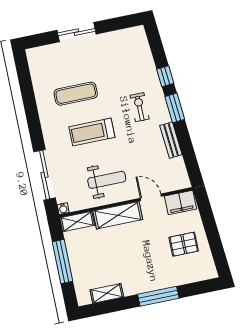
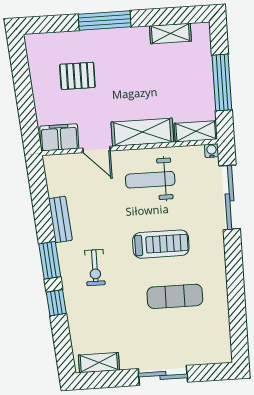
shelving: (127, 35) -> (99, 363), added
pallet: (184, 244) -> (77, 76), moved

